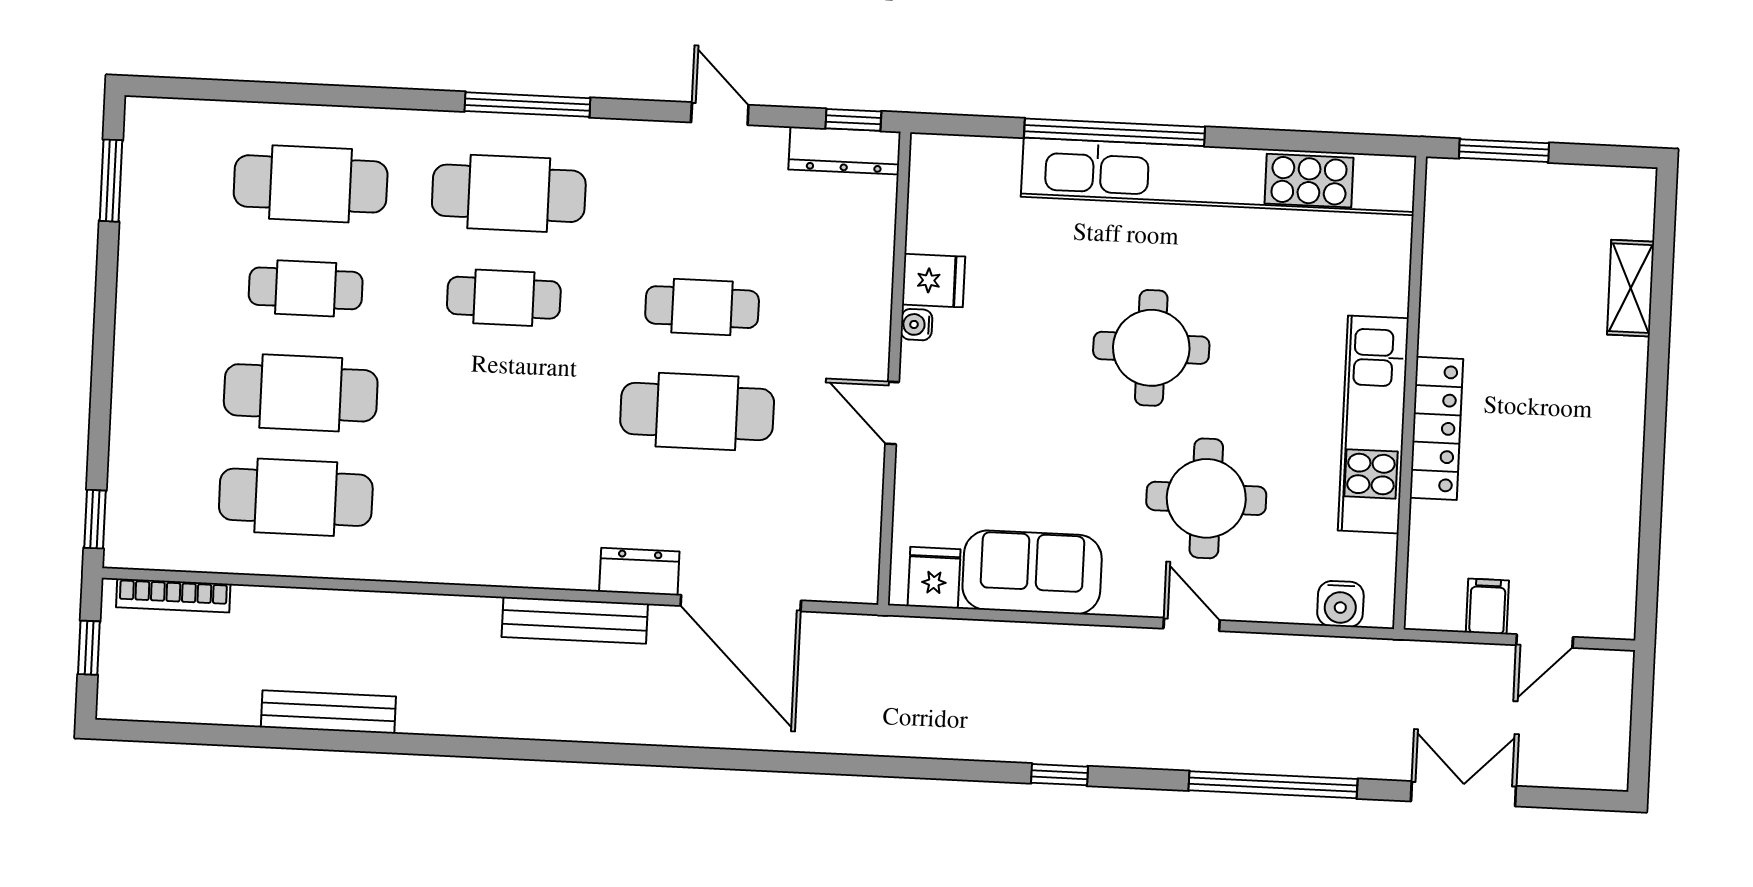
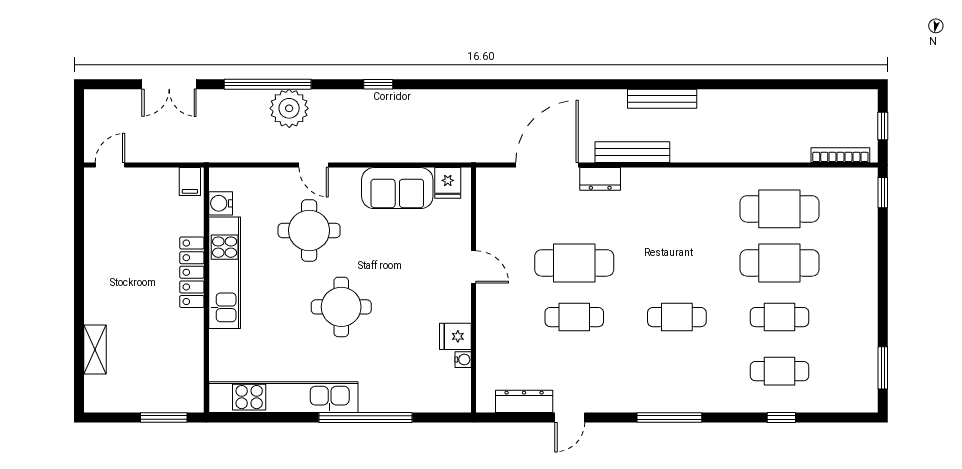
door: (720, 114) -> (570, 417), hinge flipped
window: (853, 120) -> (781, 417), moved
dresser: (845, 151) -> (524, 401), moved
kitchen unit: (1219, 176) -> (283, 397), width x0.73
cafe table: (311, 184) -> (779, 371), width x0.73, depth x0.74
cafe table: (509, 193) -> (677, 371), removed
water cooler: (916, 325) -> (463, 360), moved
door: (741, 603) -> (547, 165), hinge flipped
water cooler: (1340, 604) -> (221, 203), moved, turned -90
filing cabinet: (1487, 606) -> (190, 181), moved
door: (1545, 641) -> (110, 165), moved
bench: (328, 712) -> (662, 99), moved
plant: (1234, 736) -> (289, 108), added

